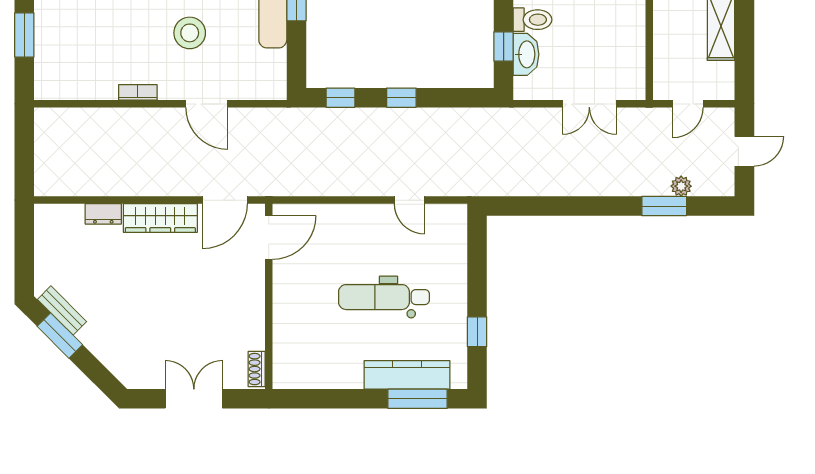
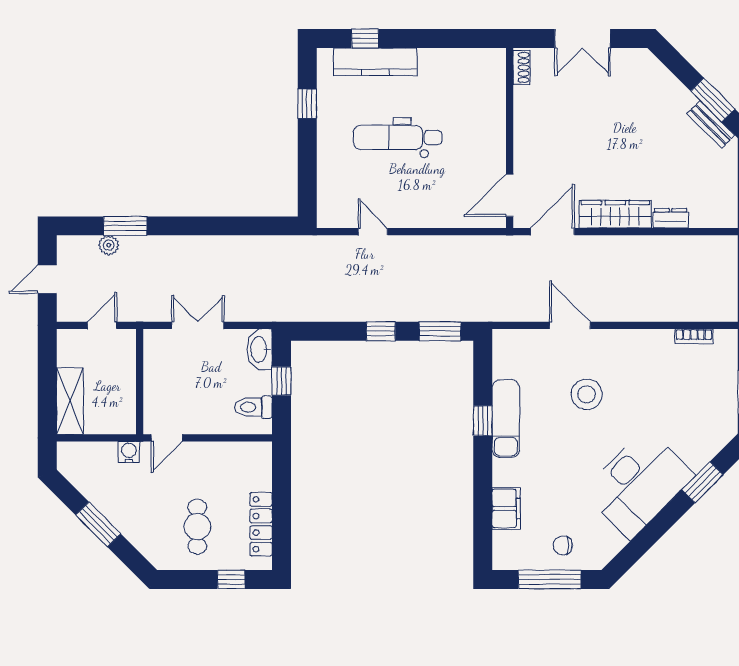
washbasin: (526, 54) -> (260, 349), moved
bookcase: (138, 92) -> (694, 336), moved
window: (340, 98) -> (440, 331), width x1.50
dental chair: (384, 297) -> (398, 137), turned 180
window: (418, 399) -> (365, 39), width x0.46

